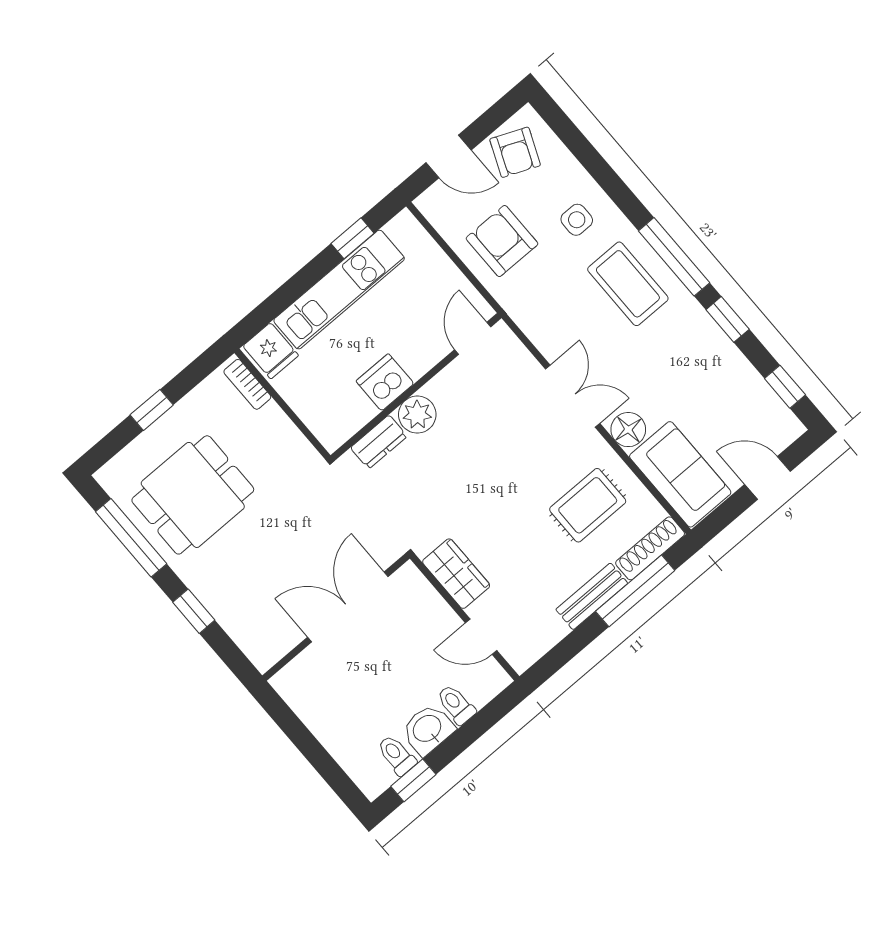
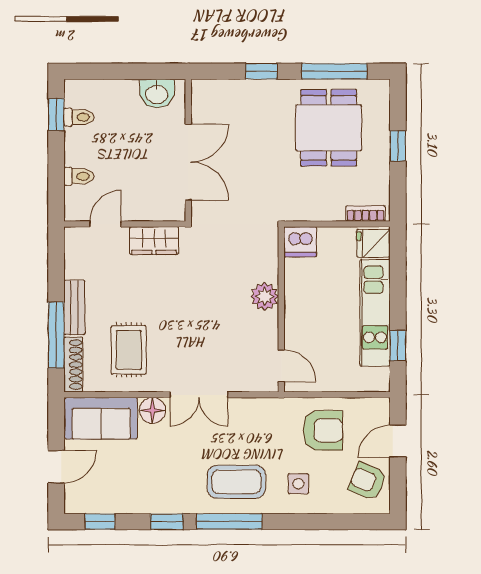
dishwasher: (385, 382) -> (300, 242), moved, turned 90
dresser: (379, 442) -> (268, 261), removed
washbasin: (428, 729) -> (157, 94), moved, turned 90

